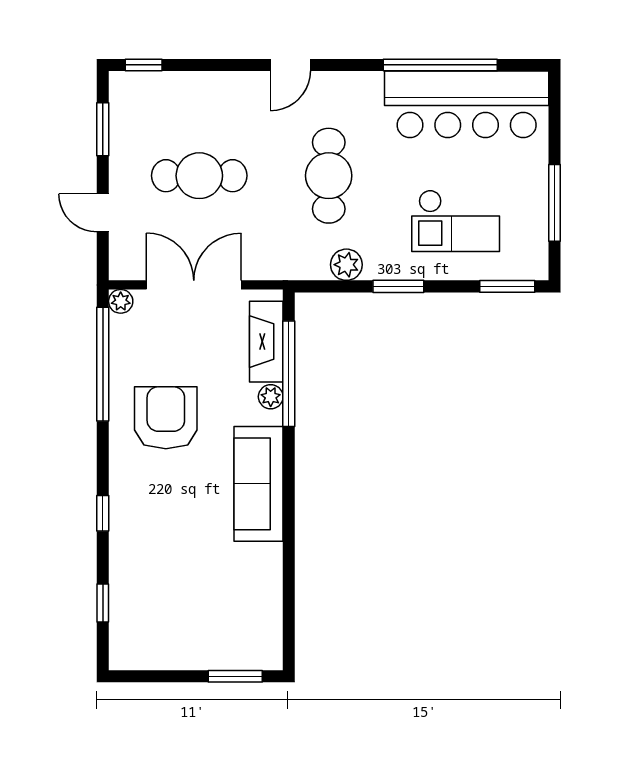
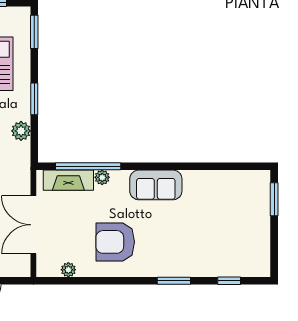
plant: (121, 301) -> (68, 270), moved
window: (103, 364) -> (82, 281), removed
sofa: (259, 484) -> (156, 185), width x0.73
window: (103, 513) -> (174, 281), width x1.50

